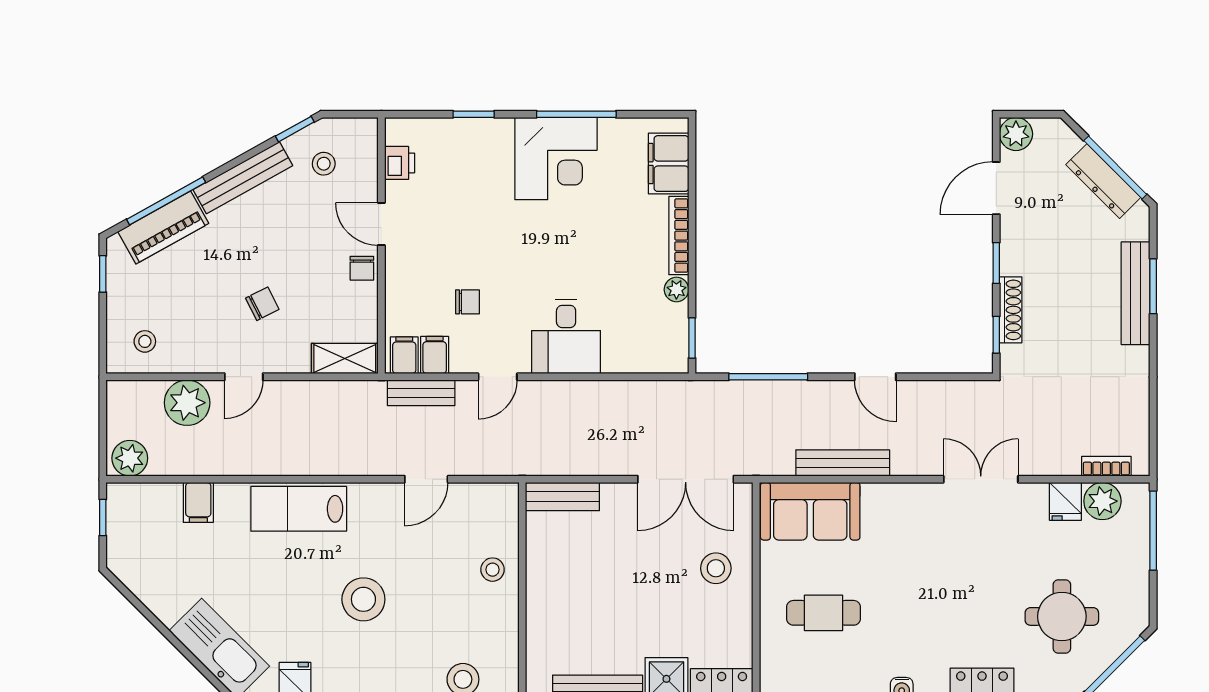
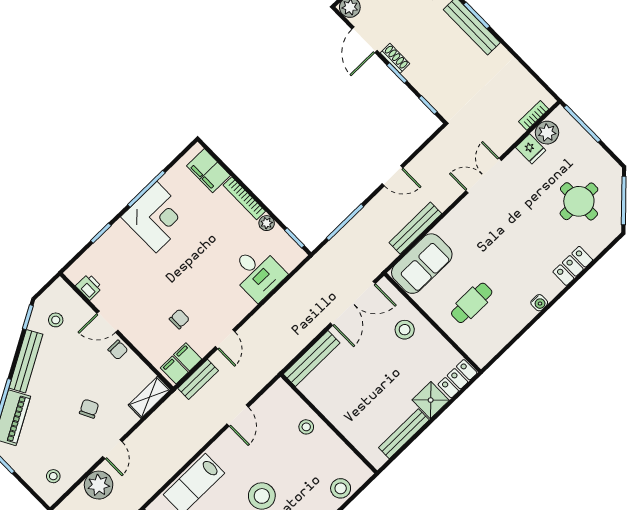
shoe rack: (1011, 310) -> (395, 58), moved, width x0.70
desk: (566, 337) -> (257, 273), moved
bench: (562, 497) -> (312, 358), width x1.36

